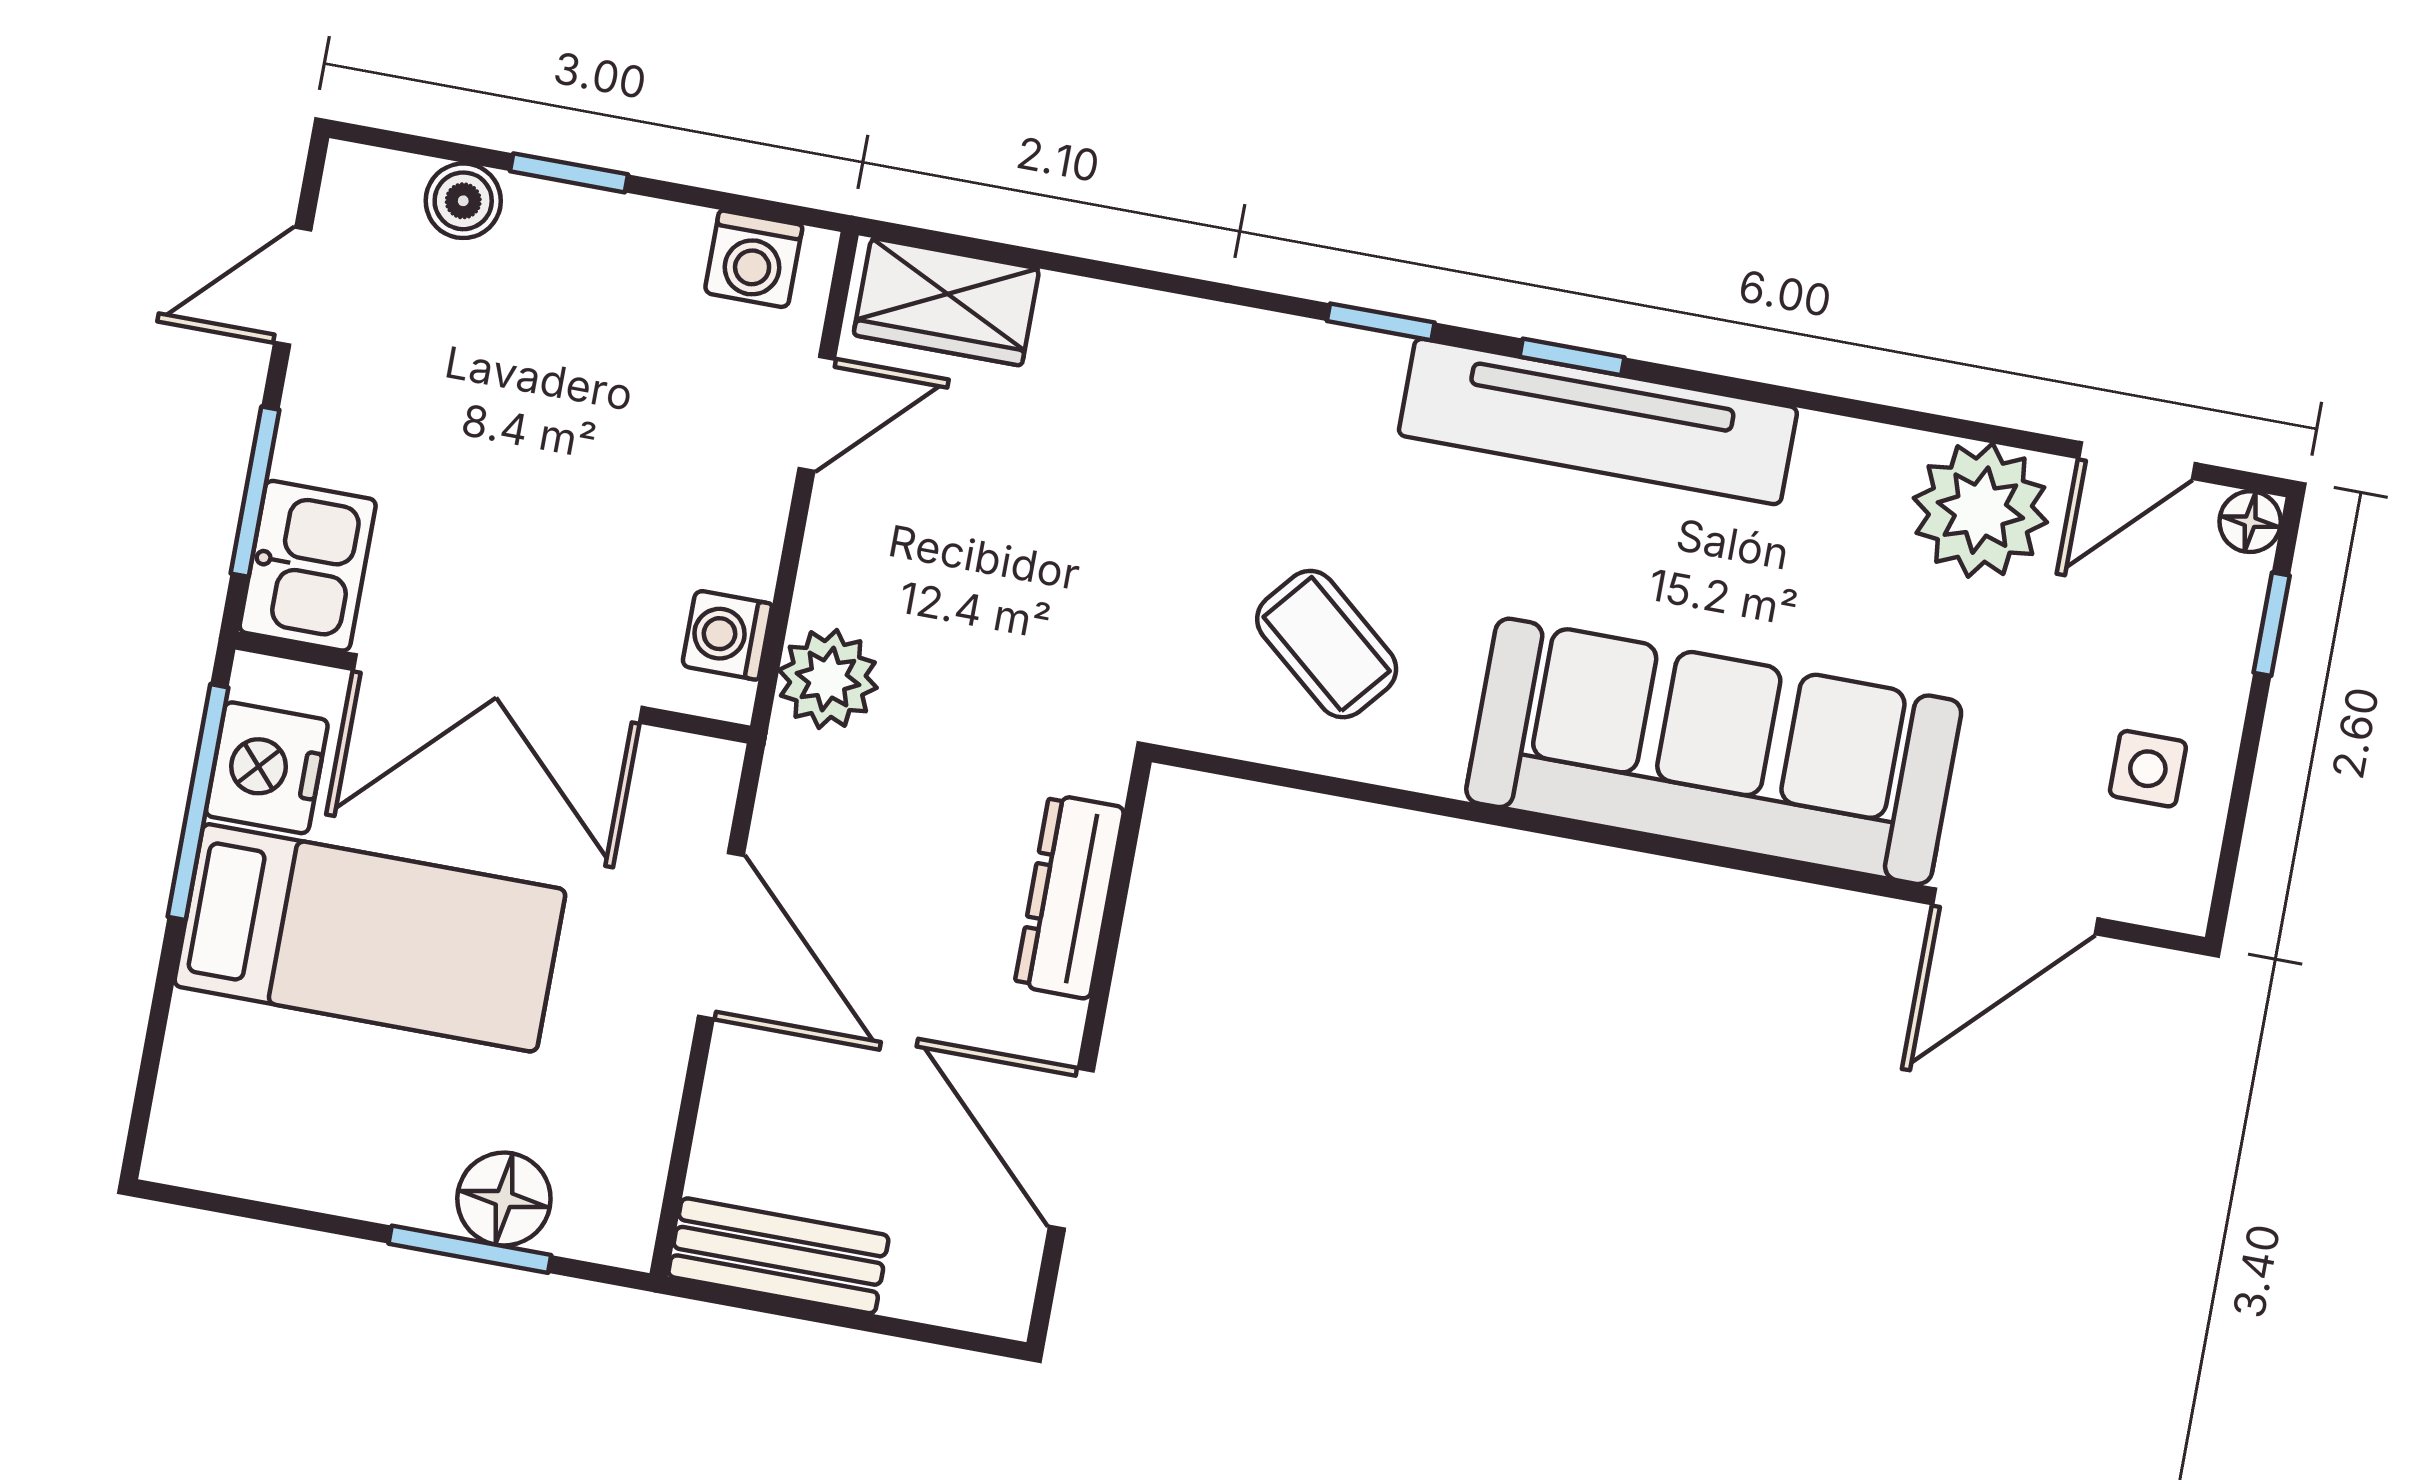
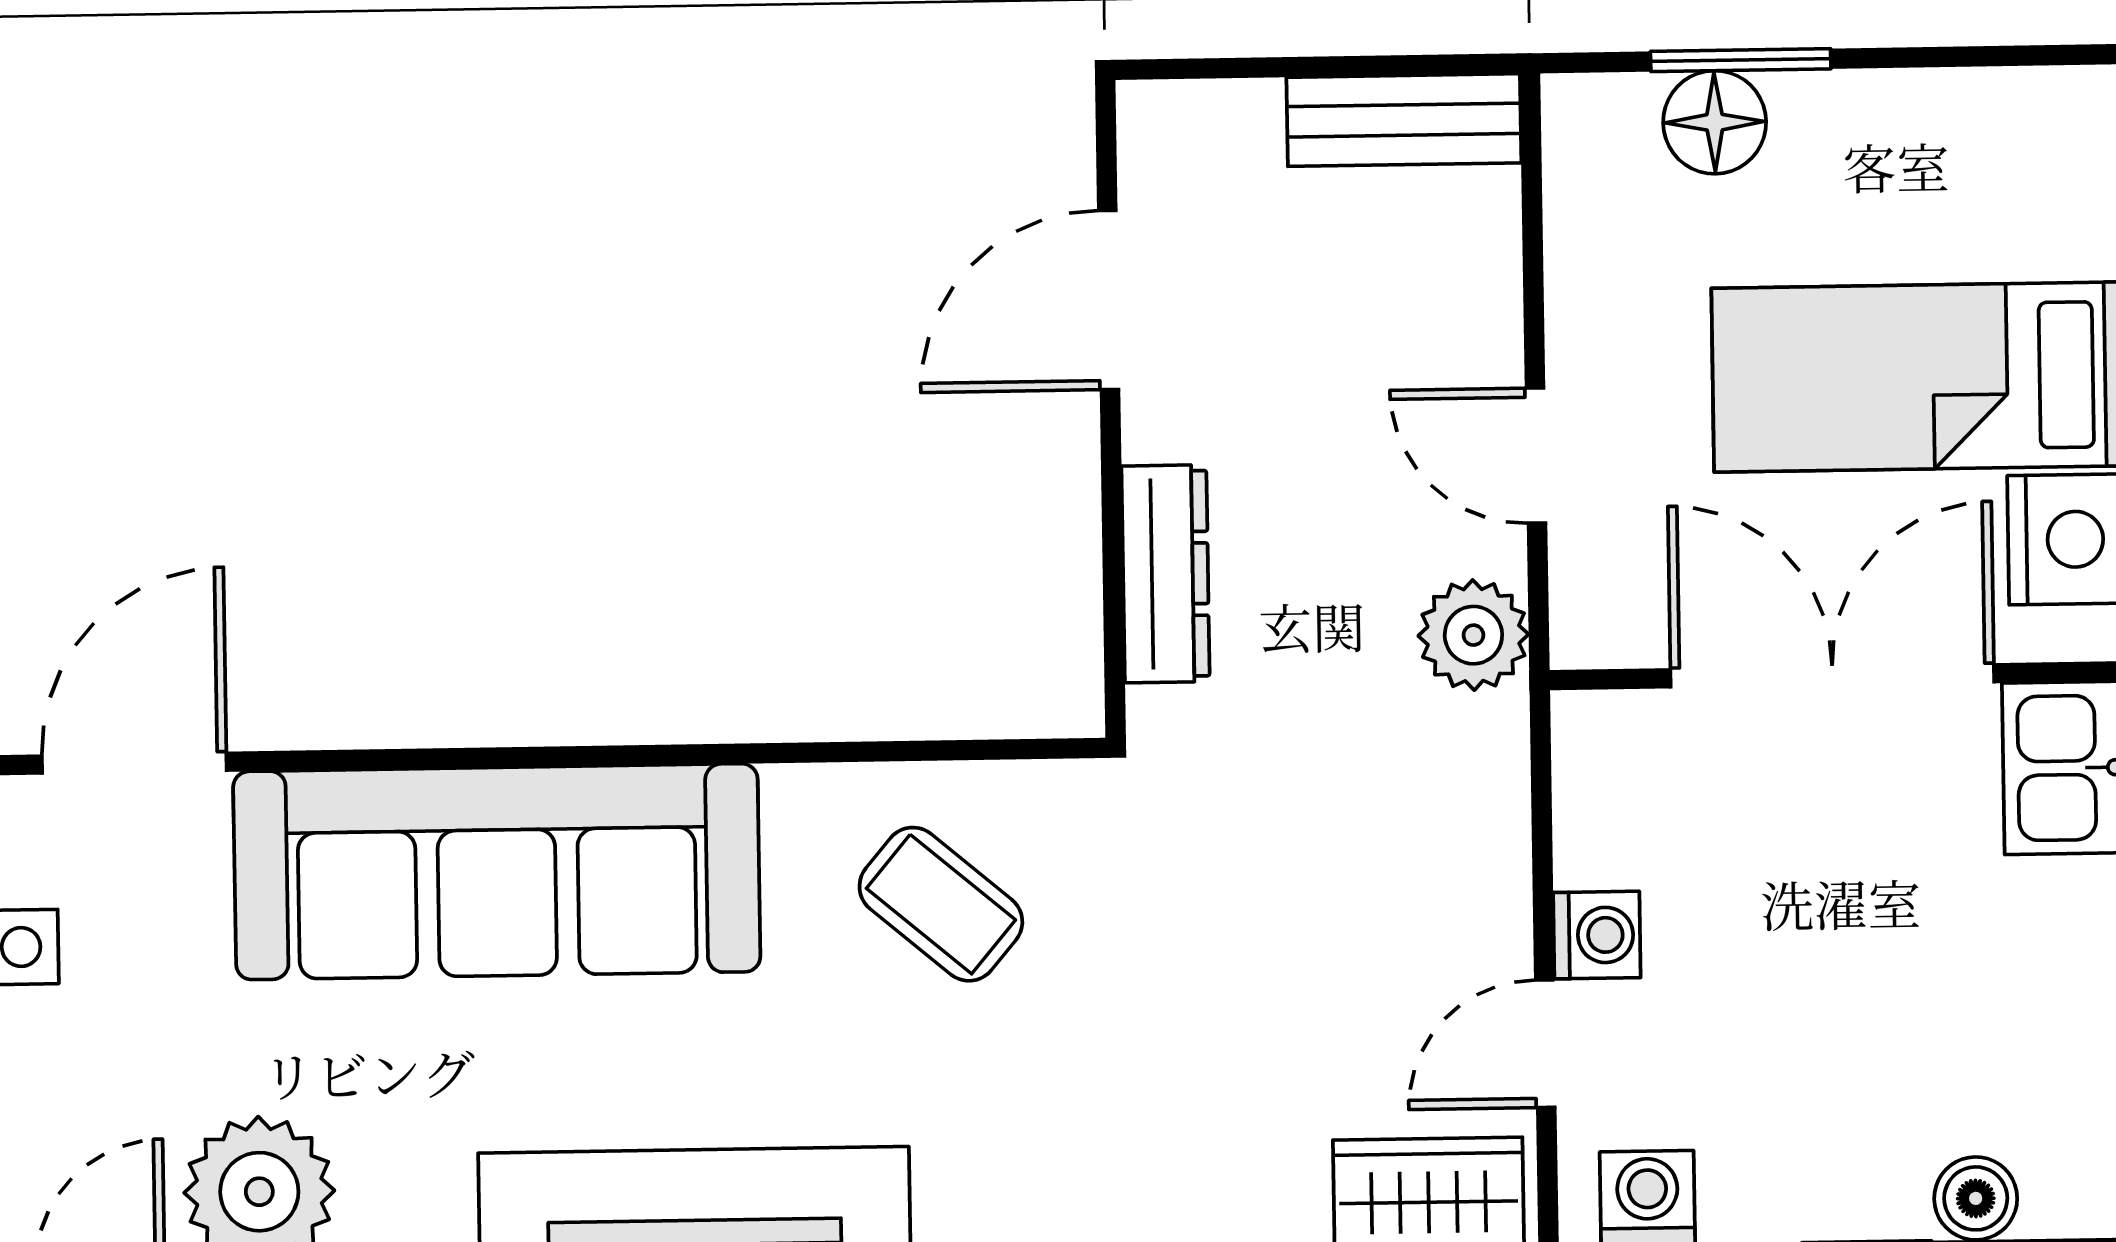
washing machine: (727, 635) -> (1597, 935), moved
plant: (828, 679) -> (1473, 635), moved
door: (721, 936) -> (1536, 455), width x0.73
door: (1071, 1149) -> (1109, 300), swing flipped

